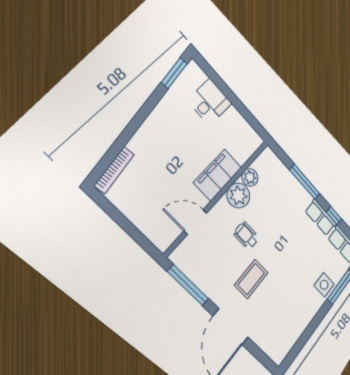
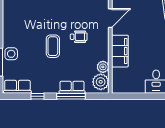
plant: (238, 195) -> (101, 82), moved
row of seats: (321, 217) -> (72, 87), moved
coffee table: (251, 279) -> (53, 46), moved

